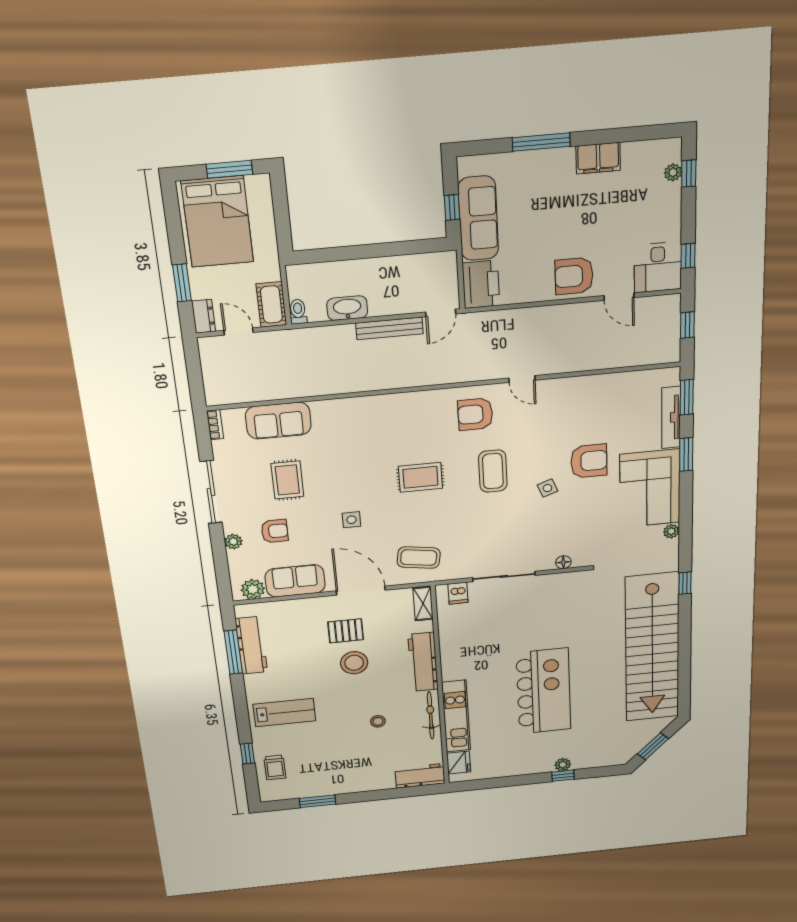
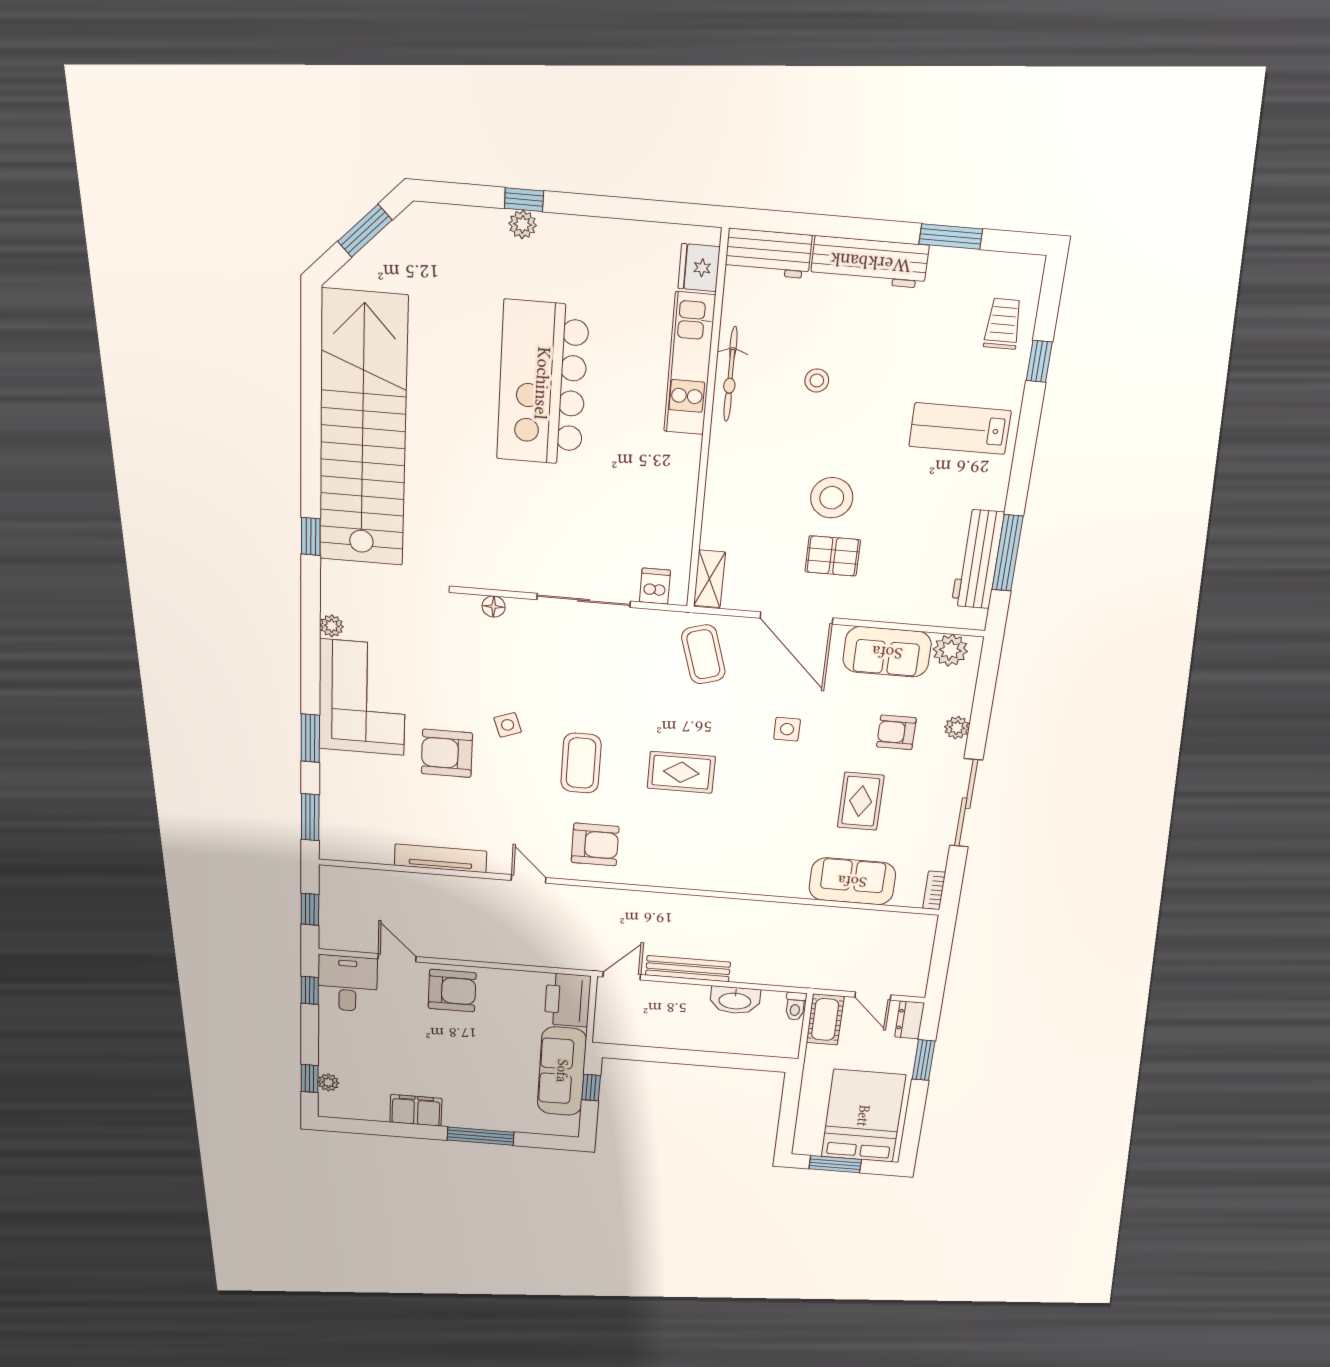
tv unit: (671, 418) -> (441, 858), moved, turned -90
coffee table: (419, 558) -> (703, 654), turned 64
workbench: (423, 662) -> (870, 262), moved, turned 90

